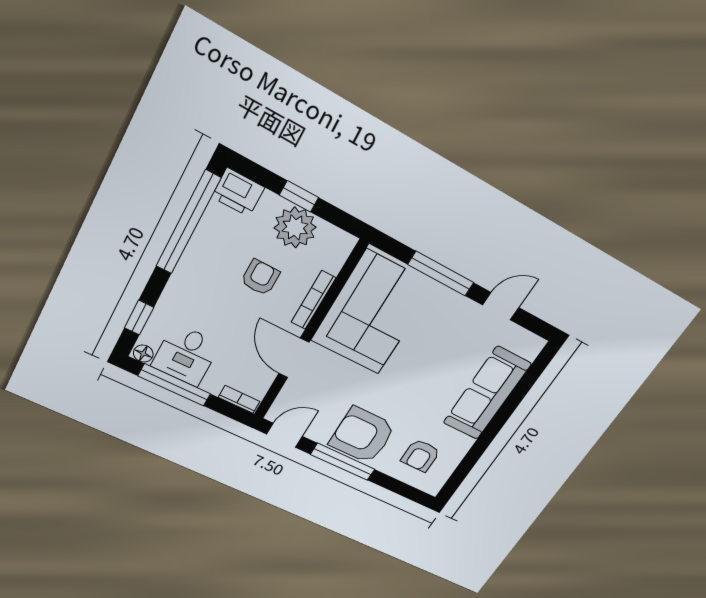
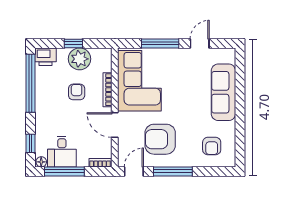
armchair: (362, 435) -> (160, 139), moved

